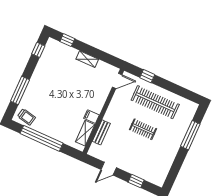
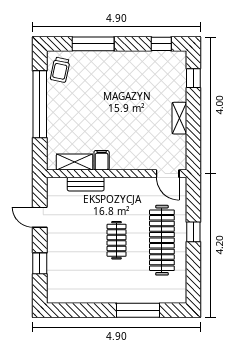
window: (147, 76) -> (193, 232), moved

